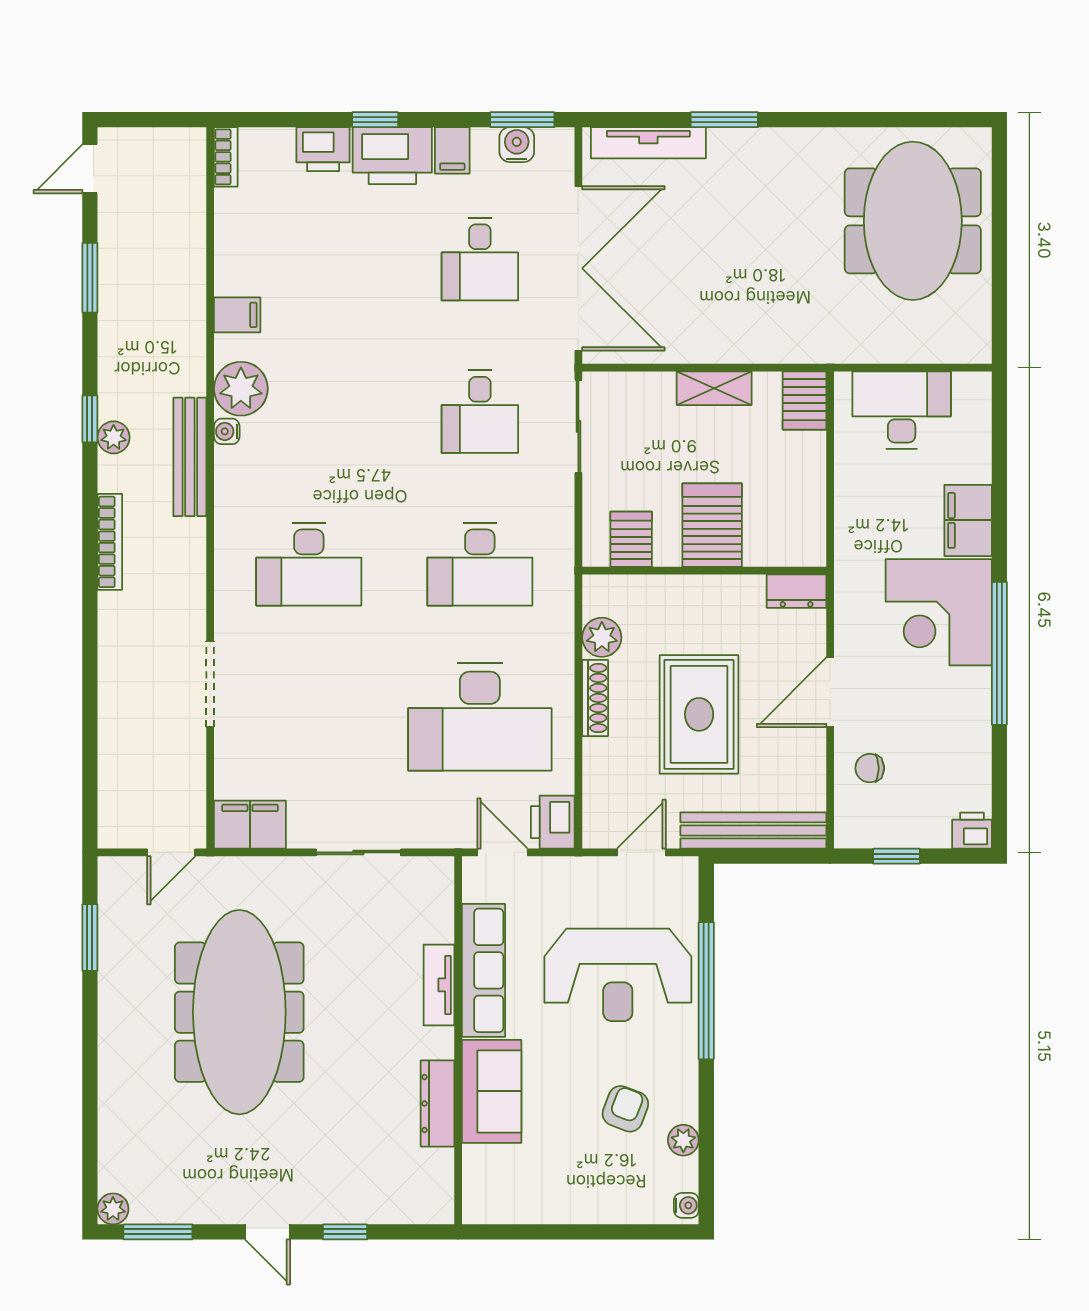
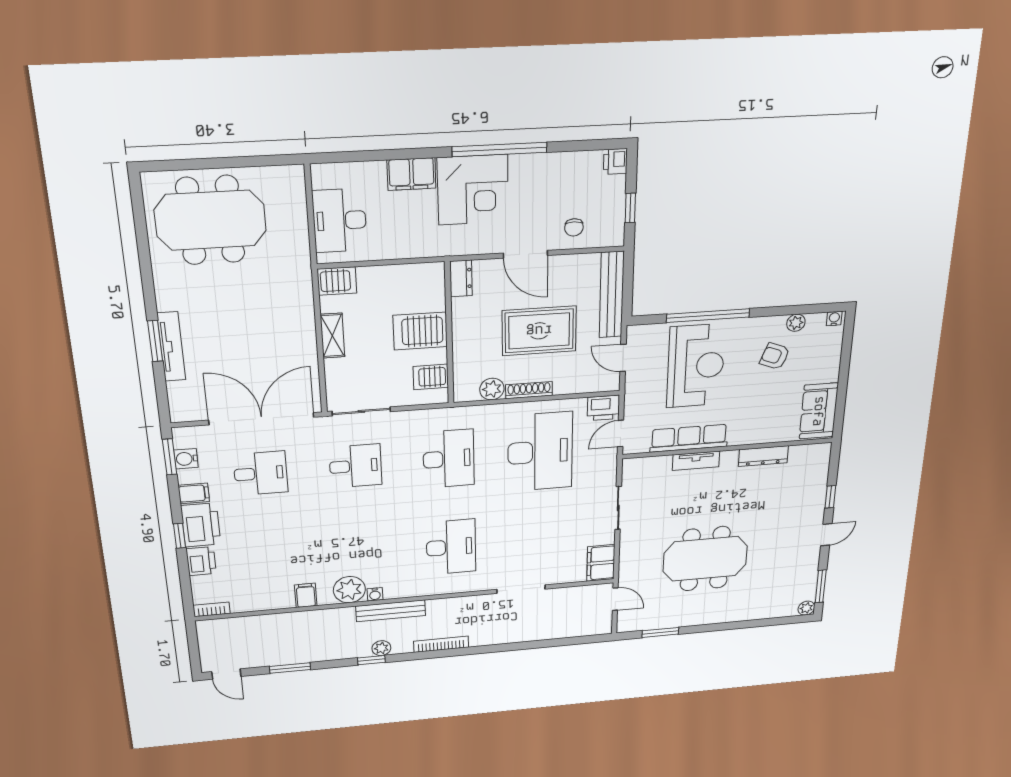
tv unit: (648, 143) -> (171, 347), moved
meeting table: (239, 1012) -> (705, 559), width x0.73
sofa: (492, 1091) -> (819, 411), moved, turned -90

